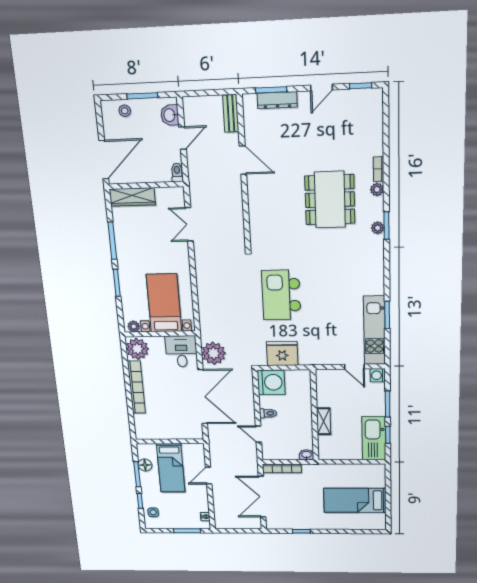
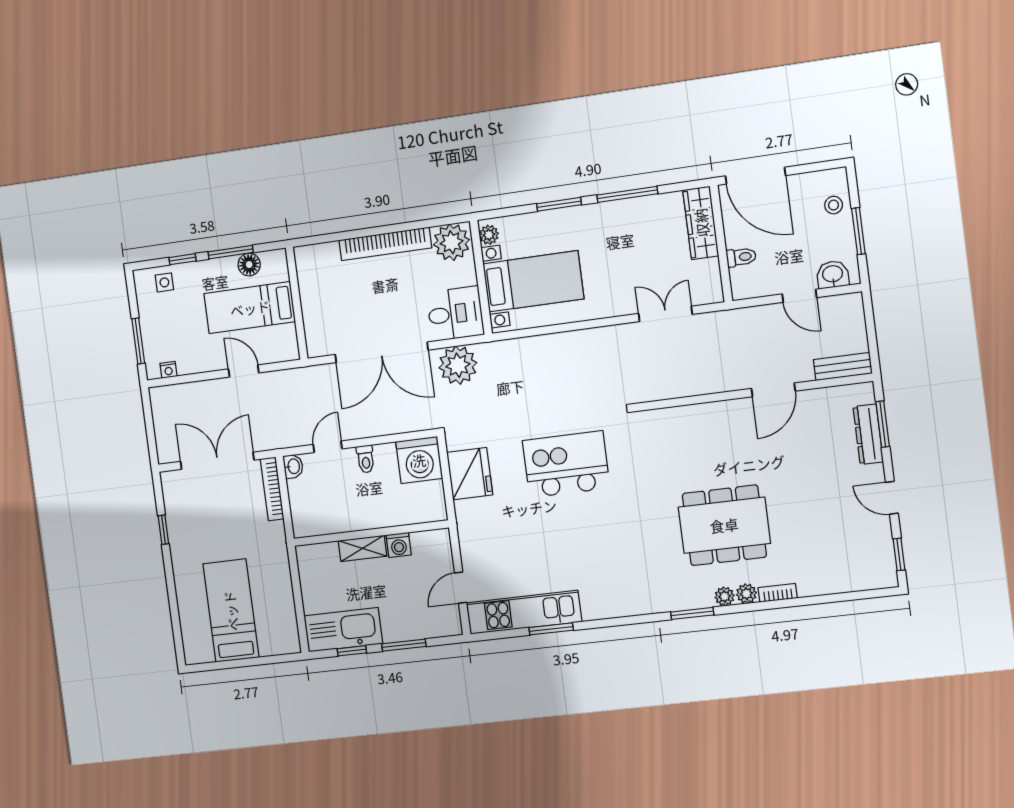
toilet: (177, 172) -> (741, 257), moved
plant: (378, 228) -> (725, 596), moved
washing machine: (378, 375) -> (399, 545), moved, turned 180
washbasin: (306, 455) -> (293, 466), moved

